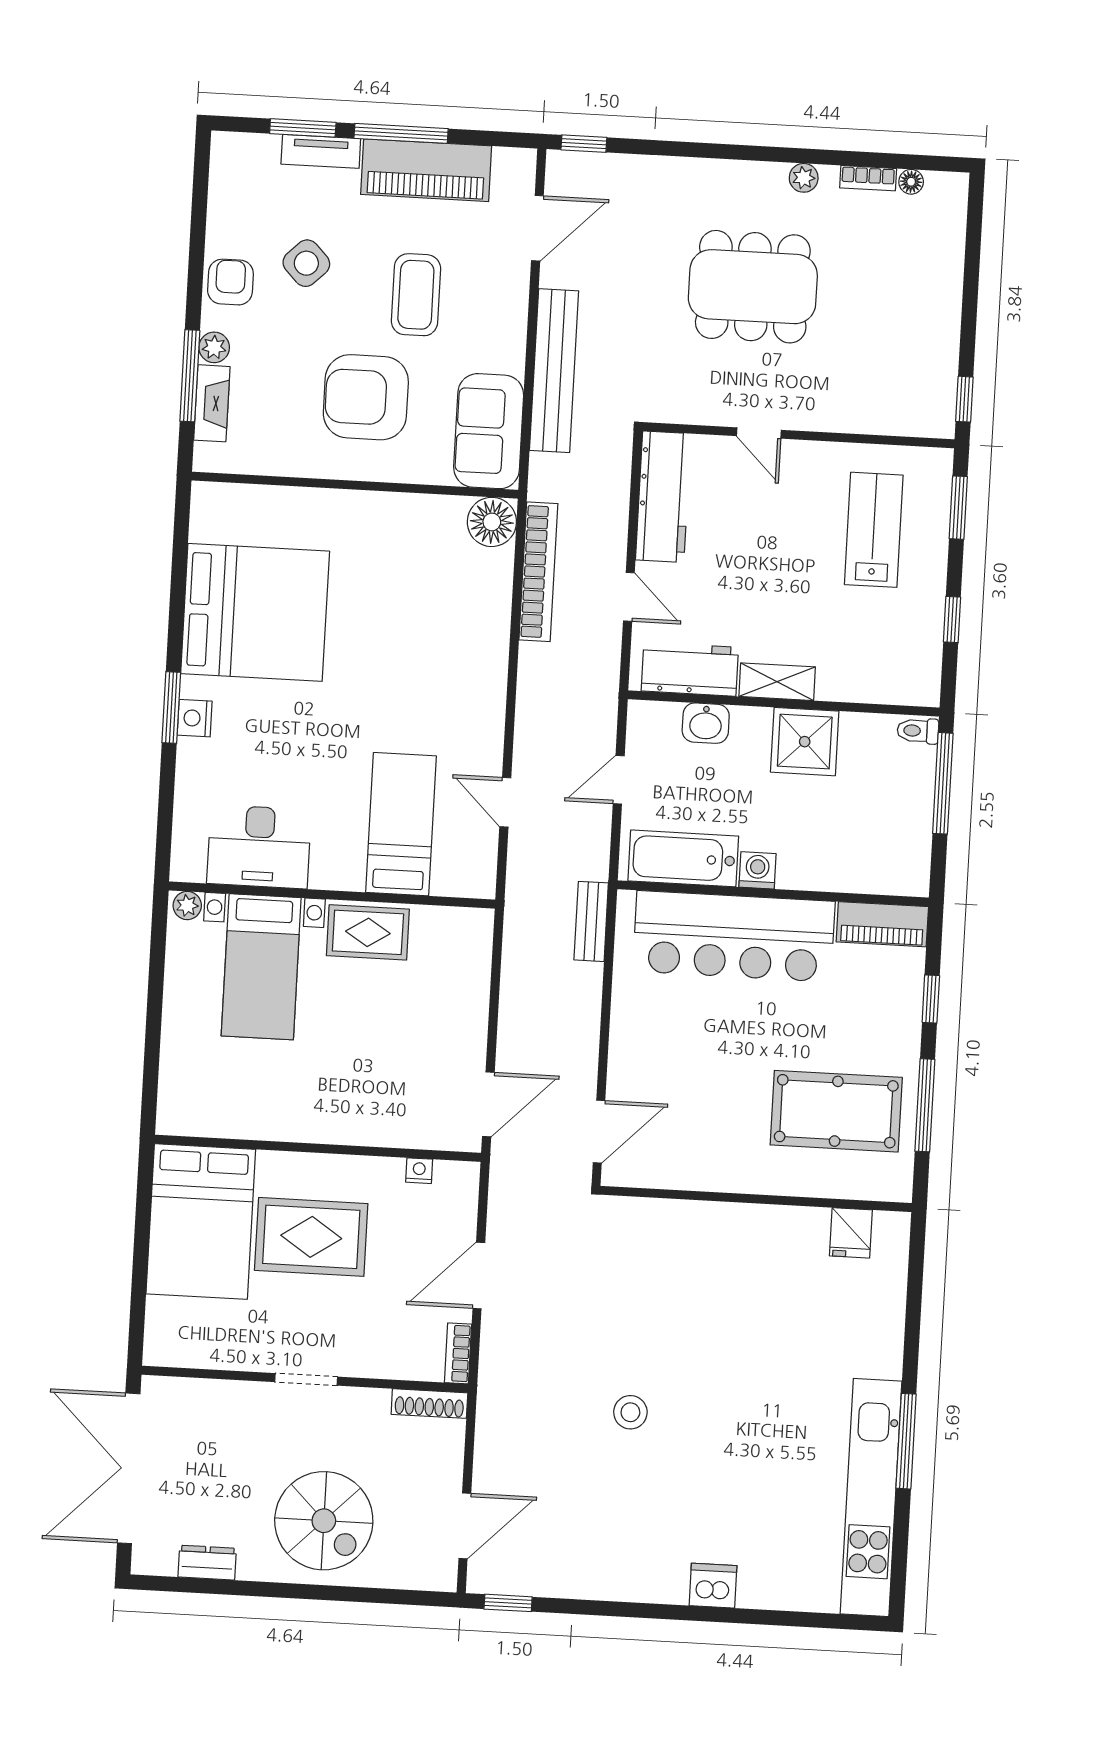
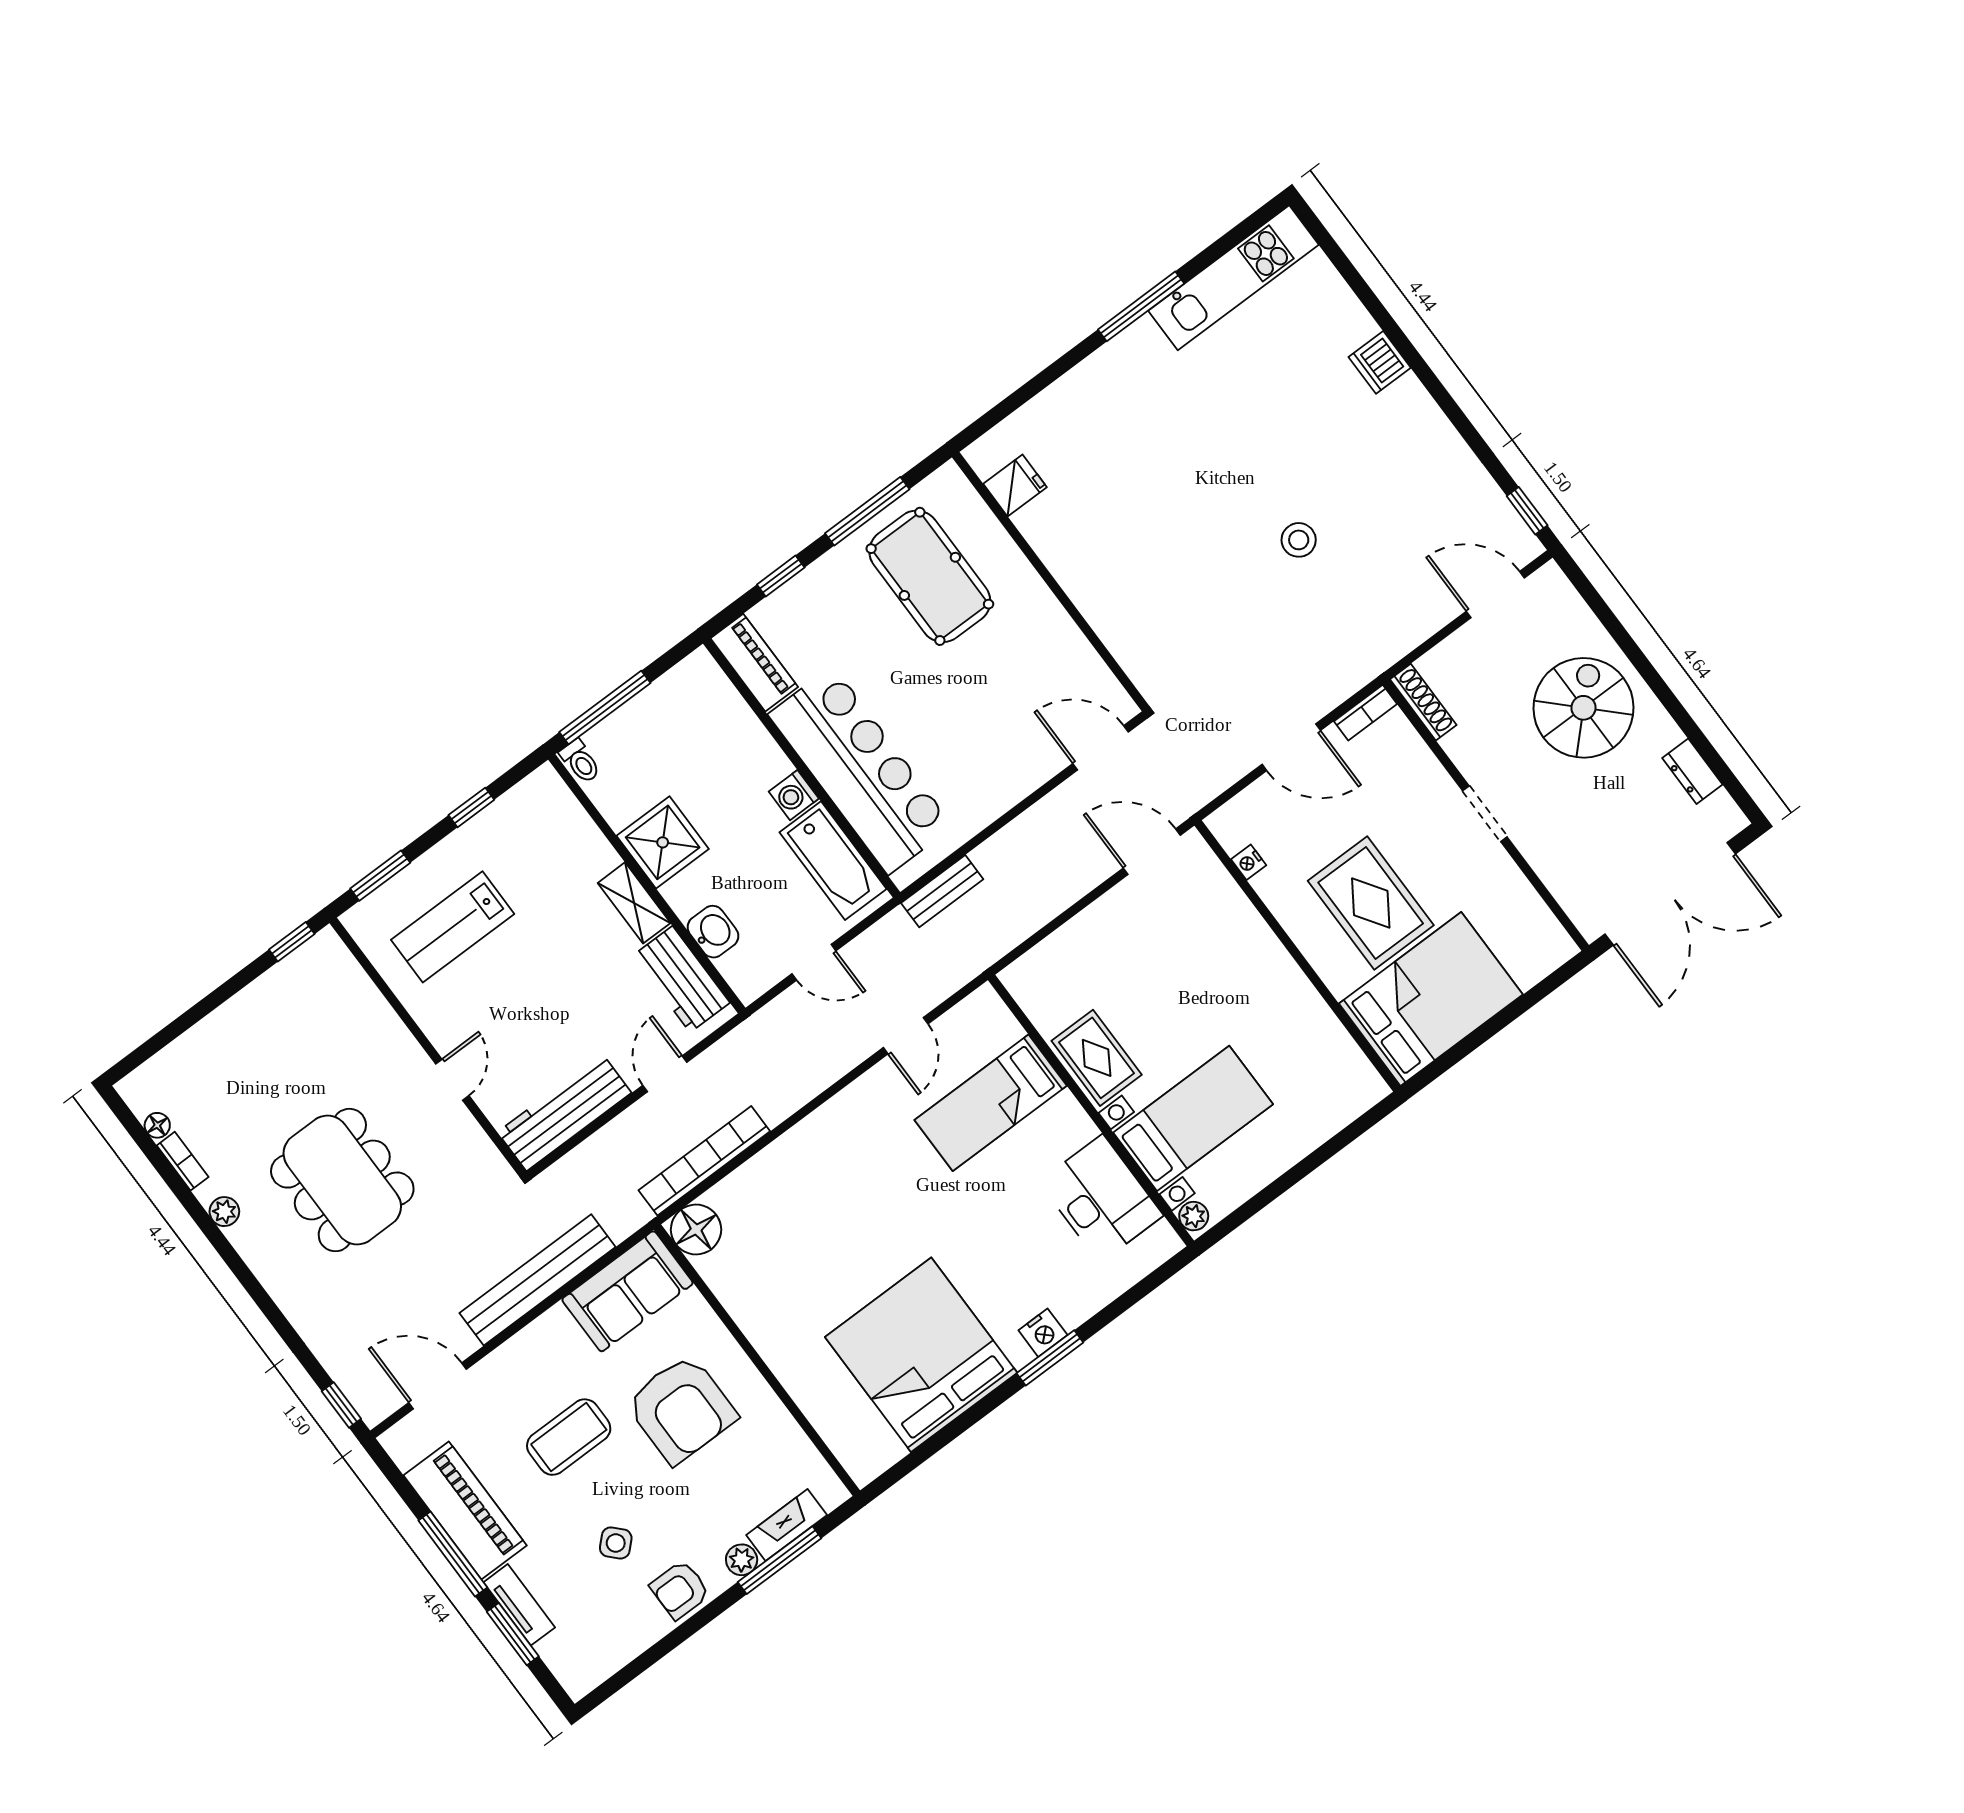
side table: (306, 263) -> (616, 1543), width x0.73, depth x0.73
kitchen unit: (871, 1498) -> (1233, 278), width x0.73

